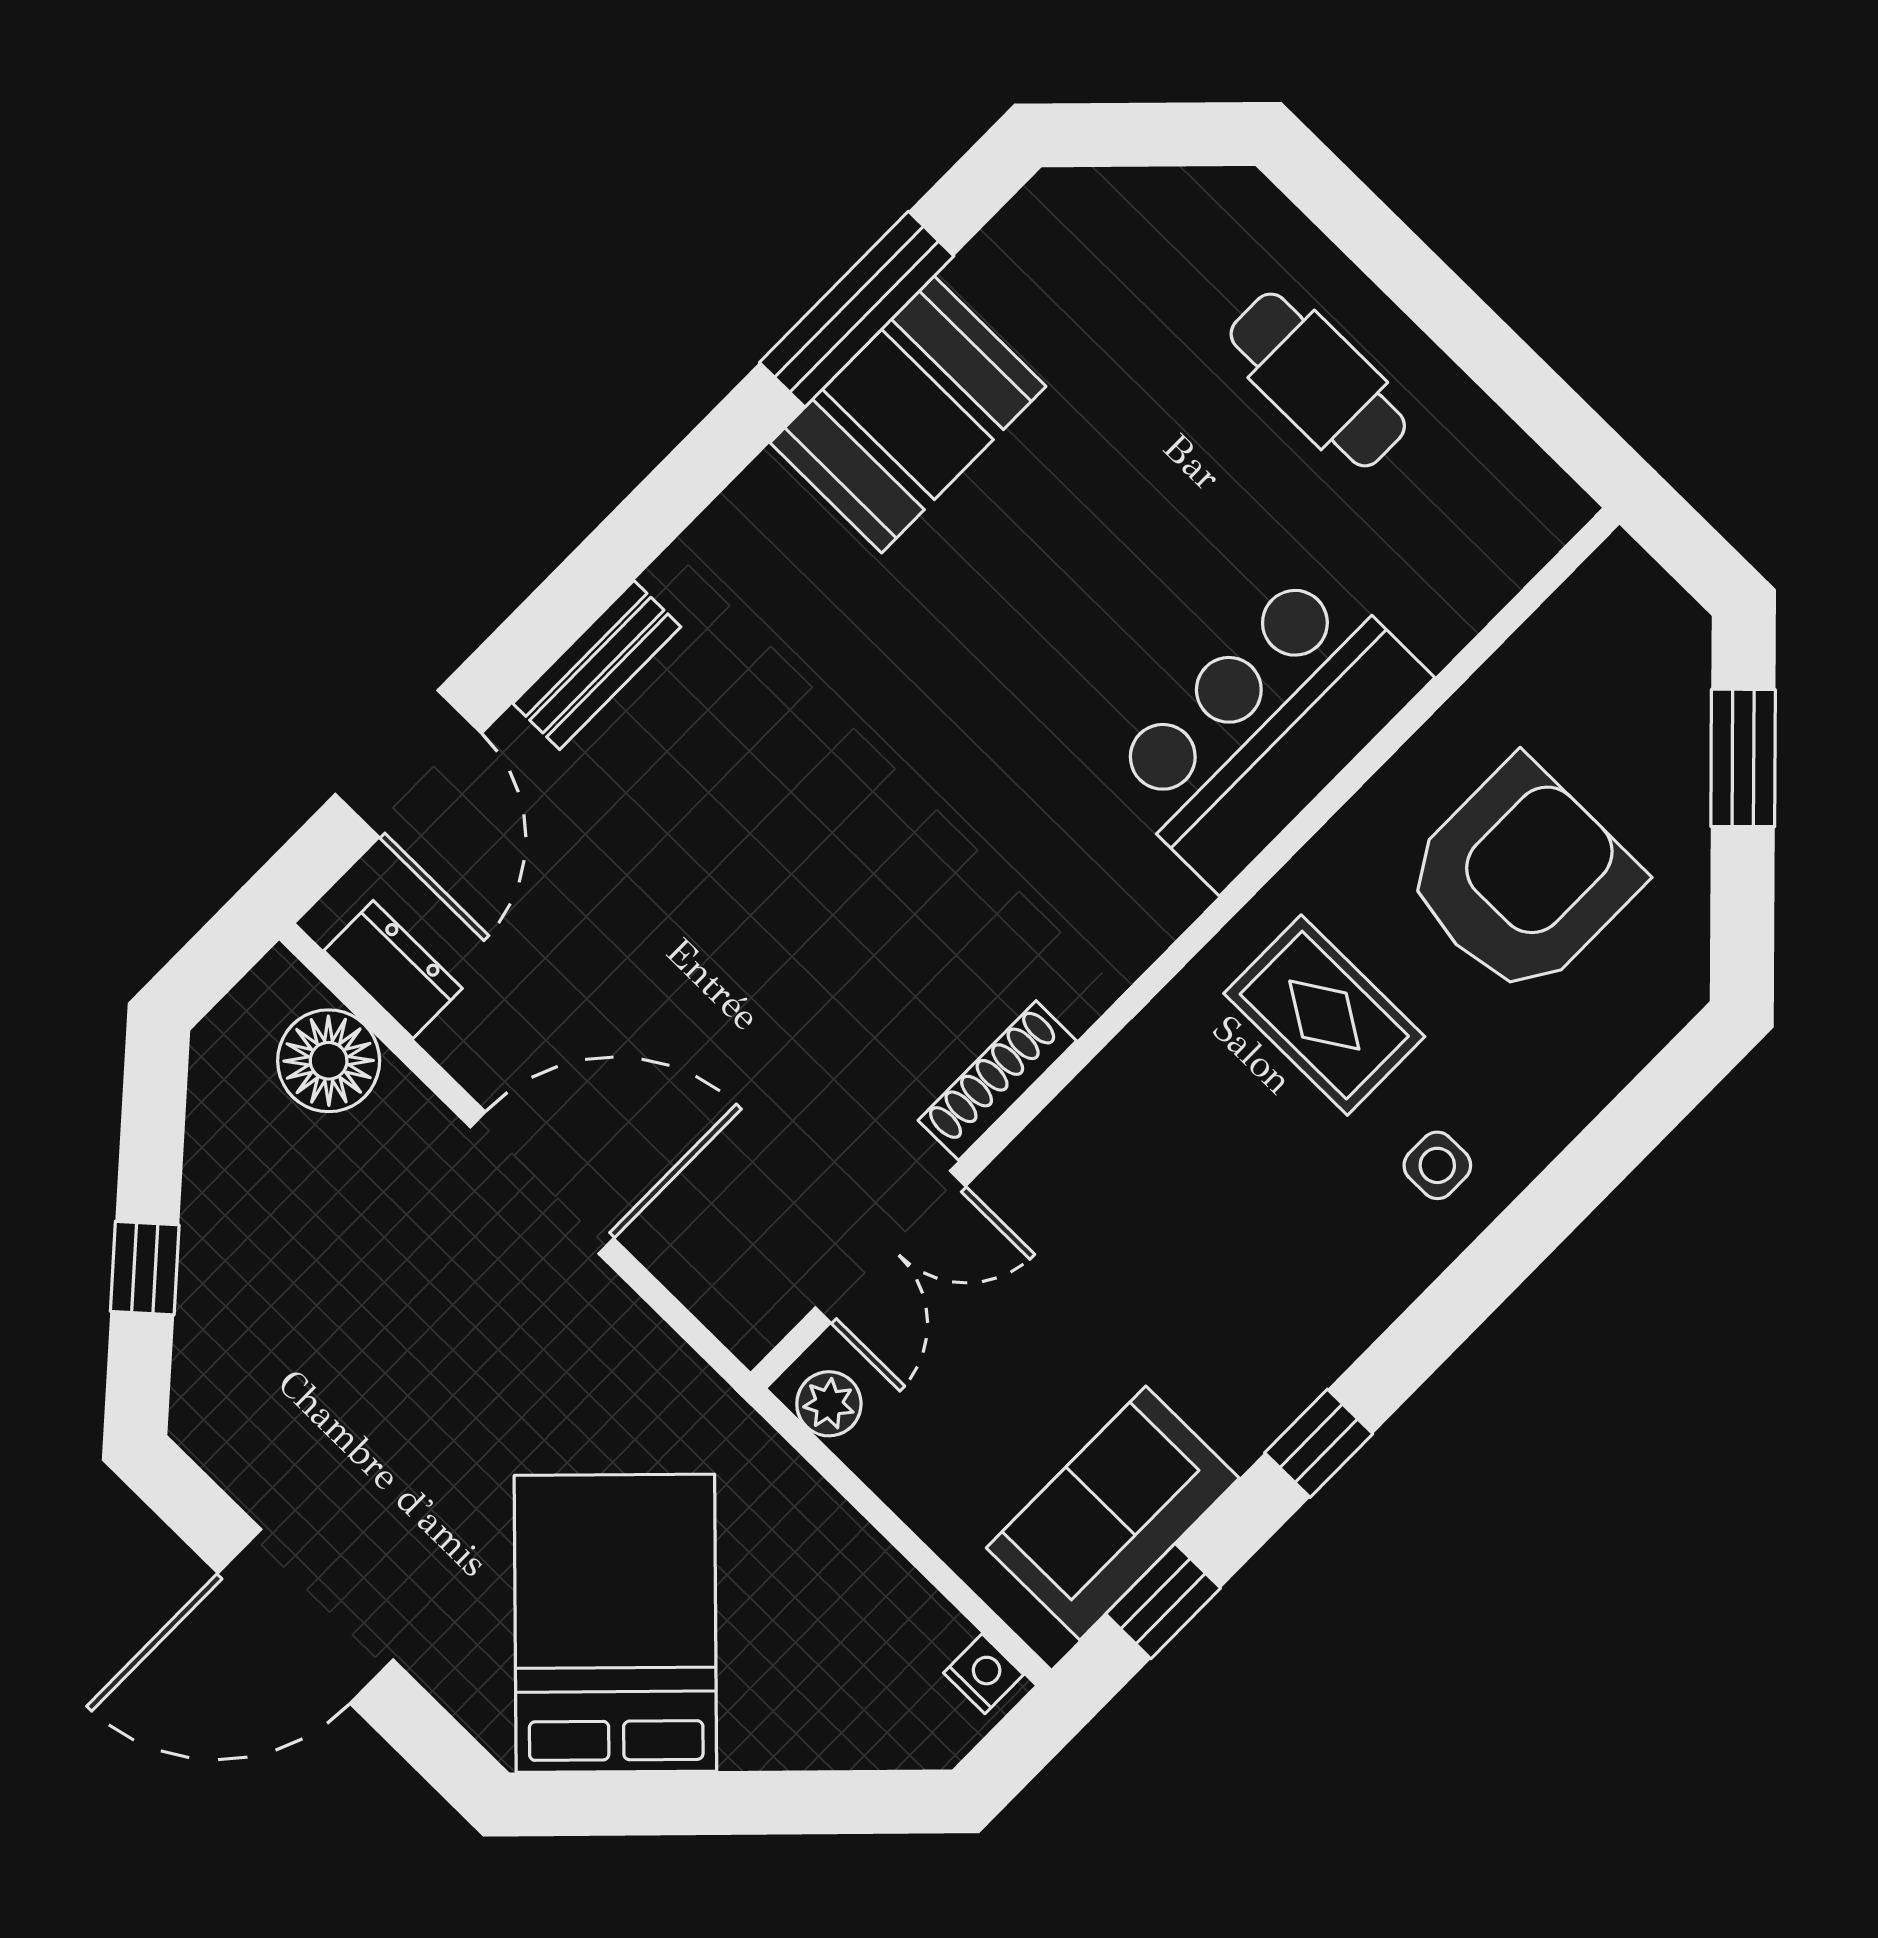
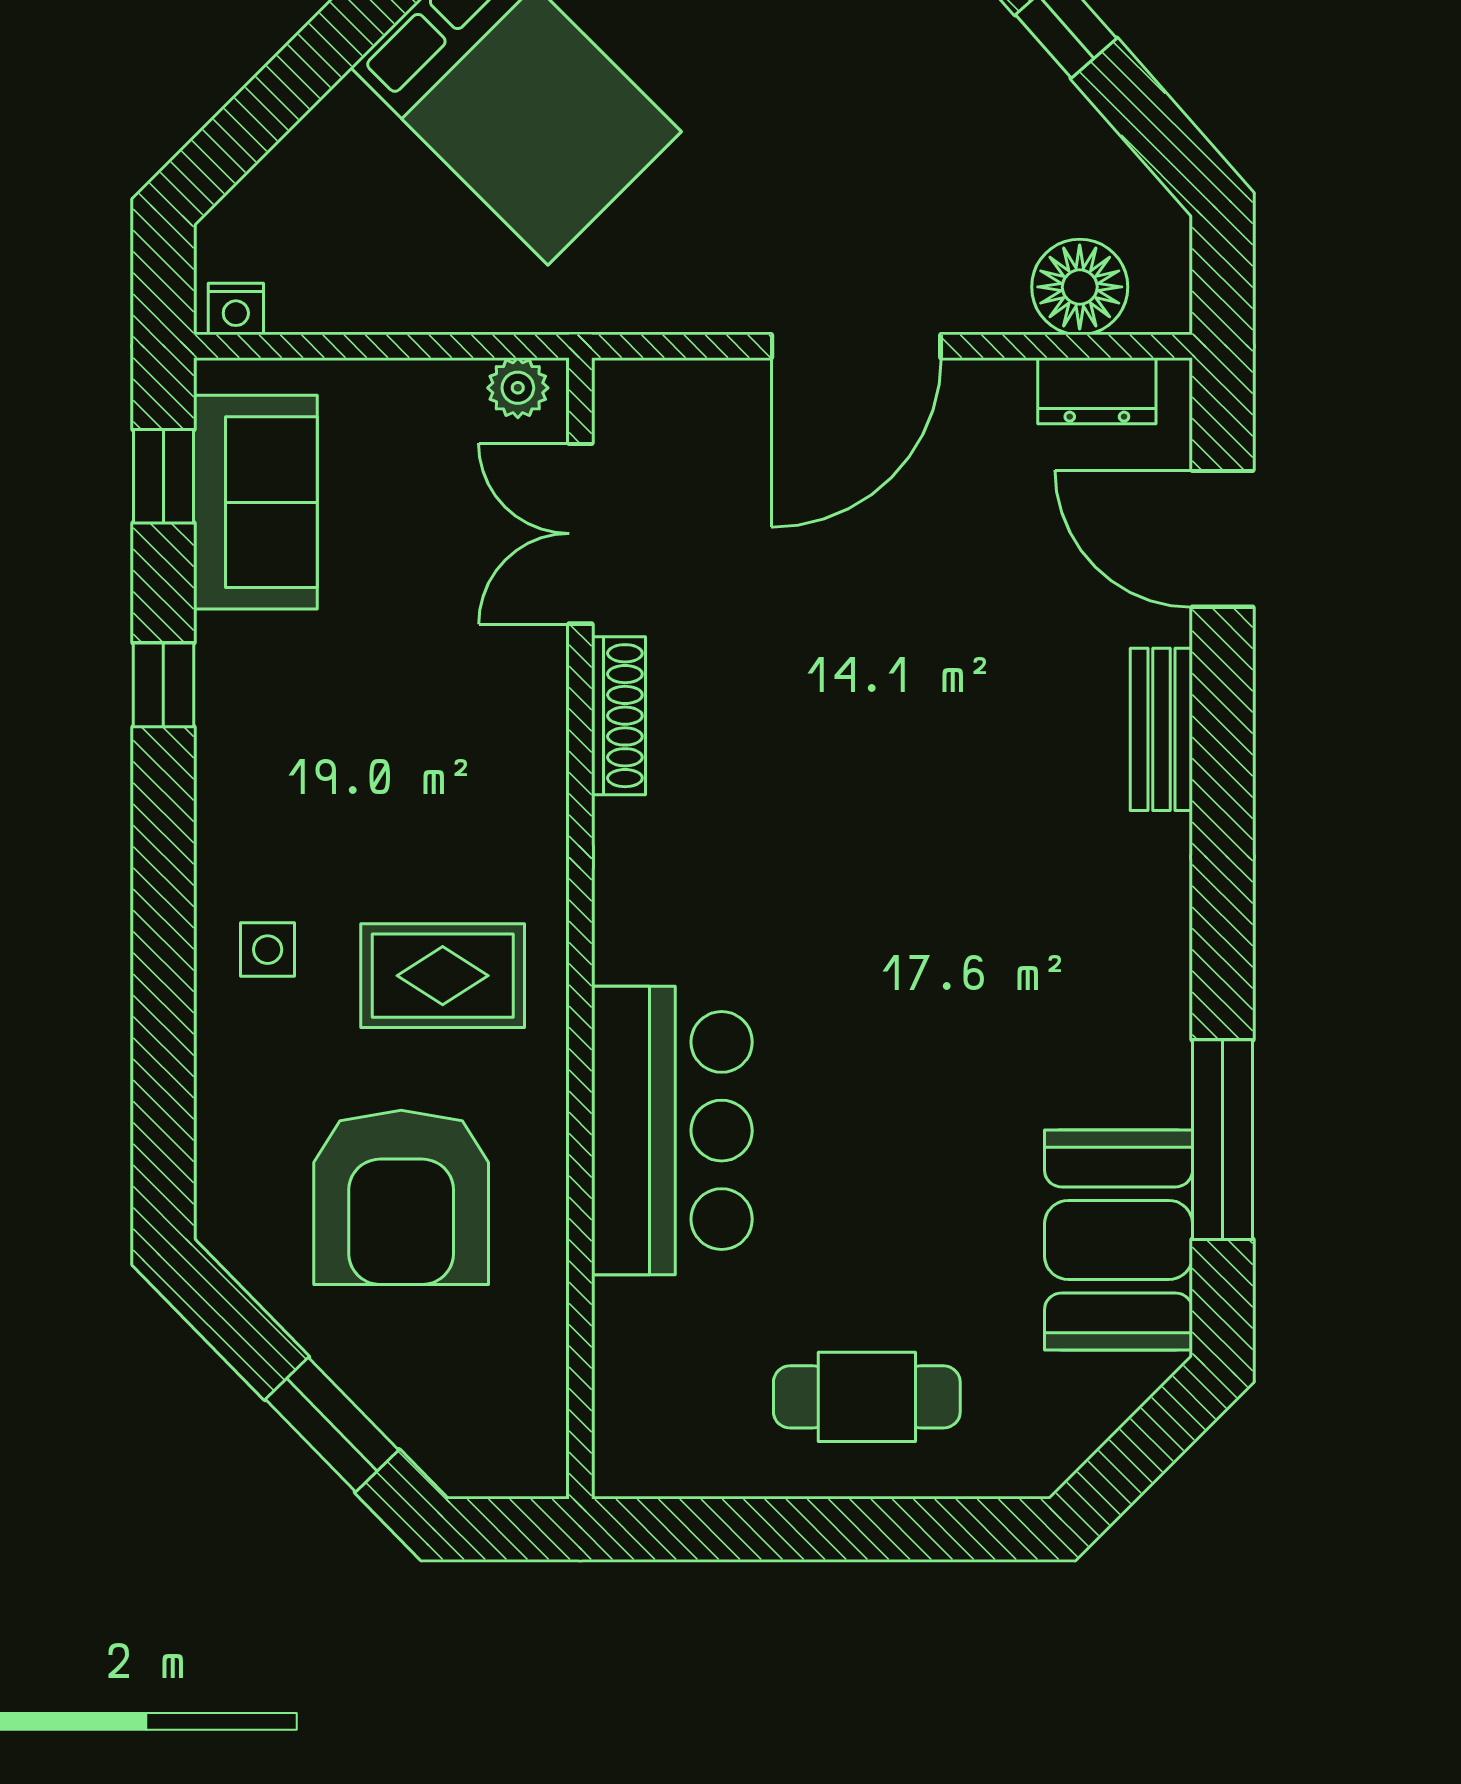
booth: (908, 415) -> (1119, 1240), moved

